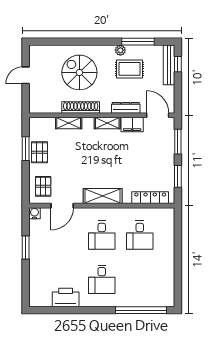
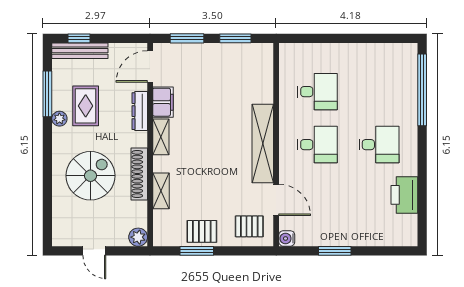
spiral stairs: (79, 72) -> (90, 176), turned 180
plant: (35, 107) -> (138, 237), added
shelving: (103, 196) -> (263, 143), width x1.47
locker: (150, 198) -> (265, 77), removed

